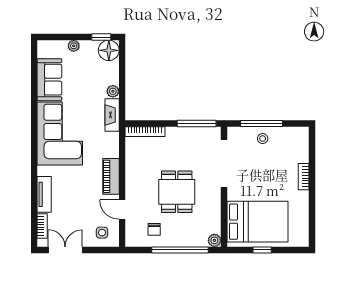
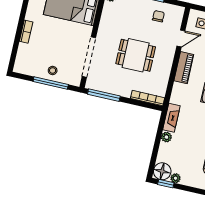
plant: (74, 46) -> (175, 178), moved
dining table: (177, 192) -> (136, 55), moved, turned 90
door: (122, 210) -> (181, 38), hinge flipped

